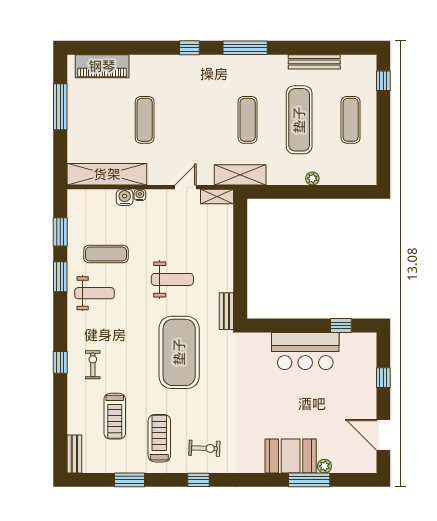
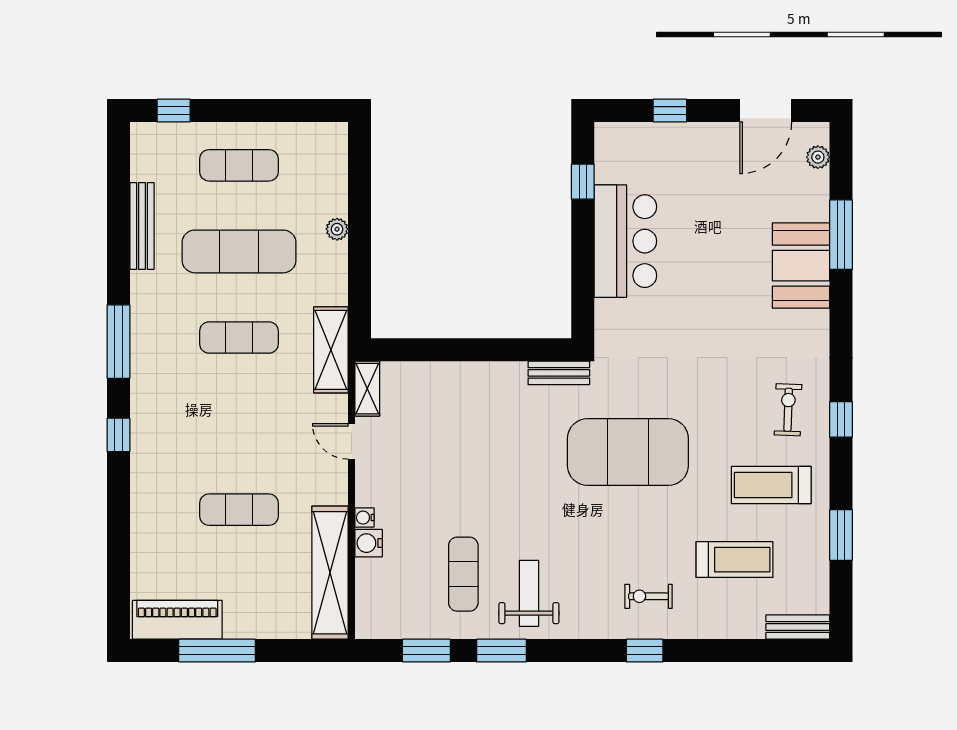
piano: (102, 66) -> (177, 620), moved, turned -90
weight bench: (172, 279) -> (506, 463), removed
plant: (324, 466) -> (818, 157), moved

